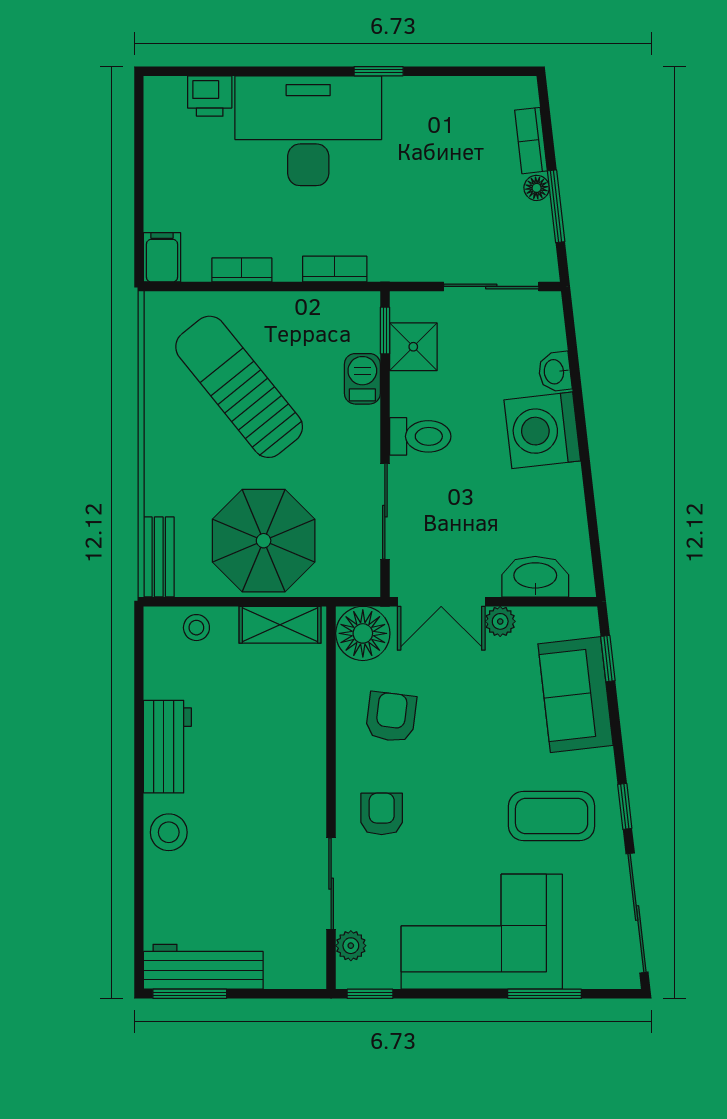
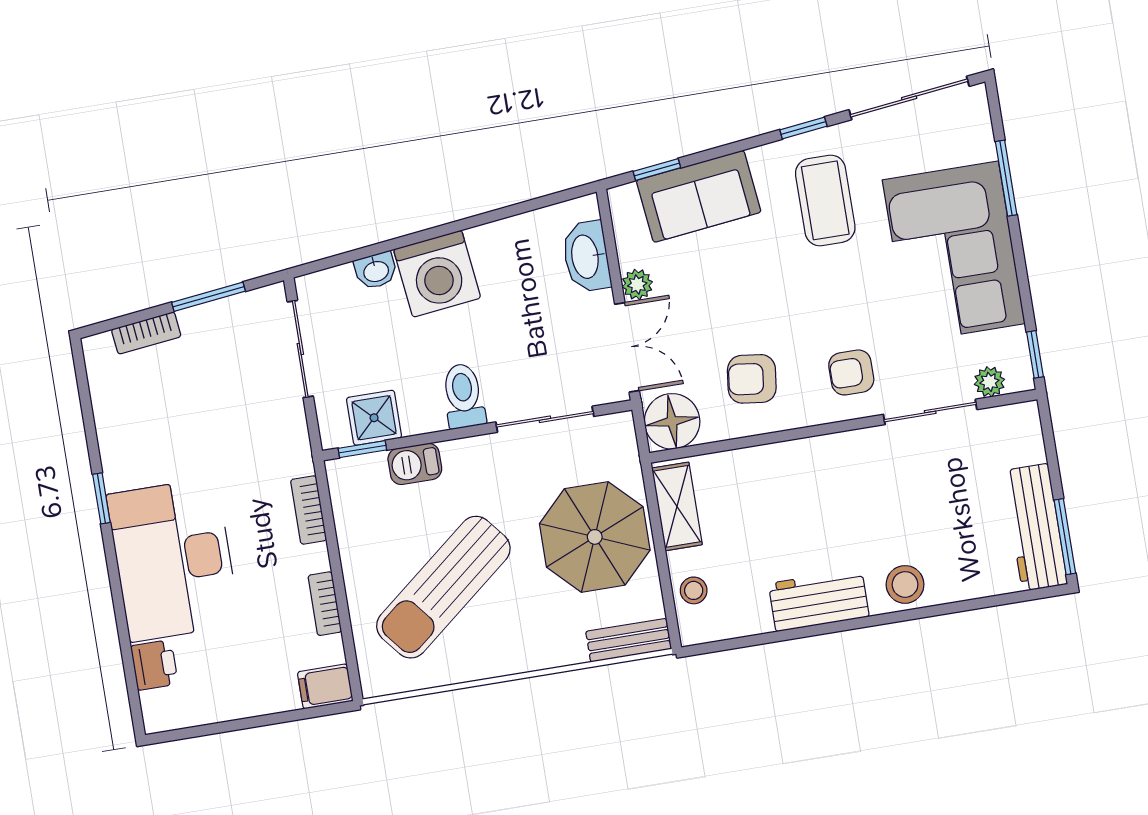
floor lamp: (537, 188) -> (193, 319), removed

